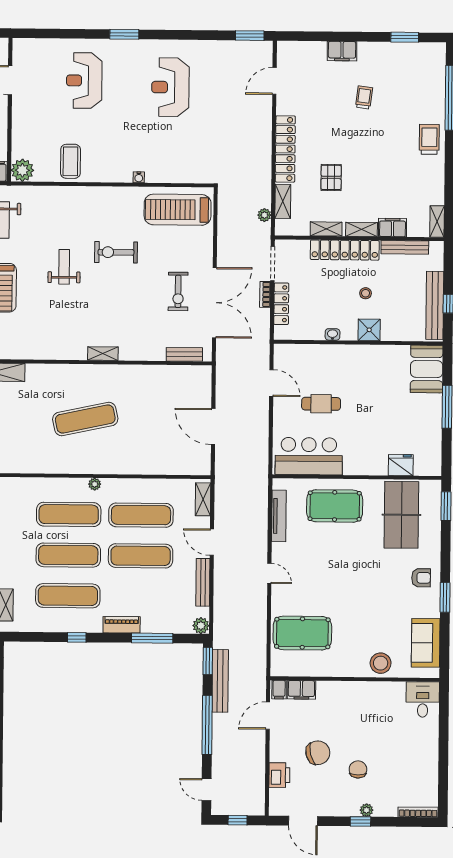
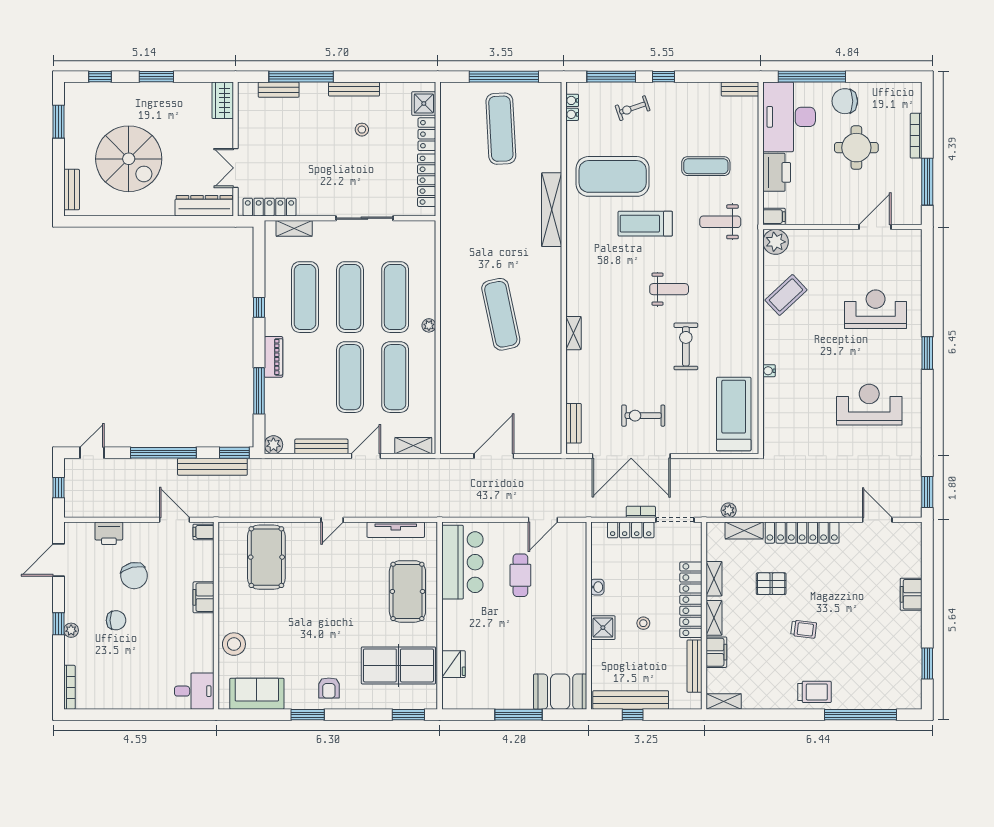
trolley: (364, 97) -> (804, 629), moved
coffee table: (70, 161) -> (786, 295), turned -43
filing cabinet: (301, 690) -> (204, 597), moved

